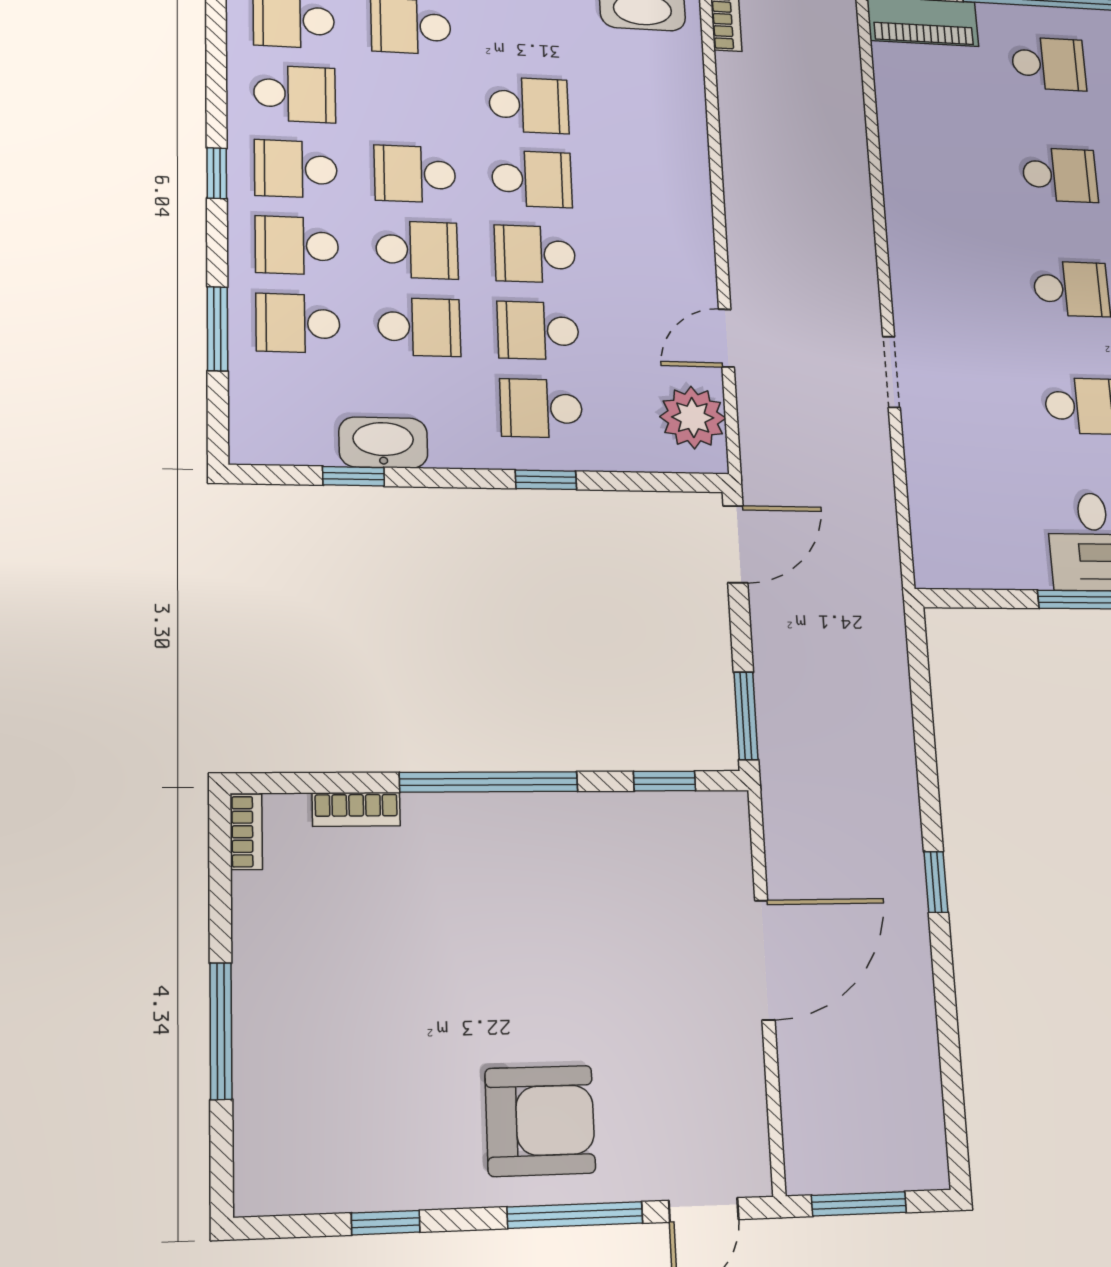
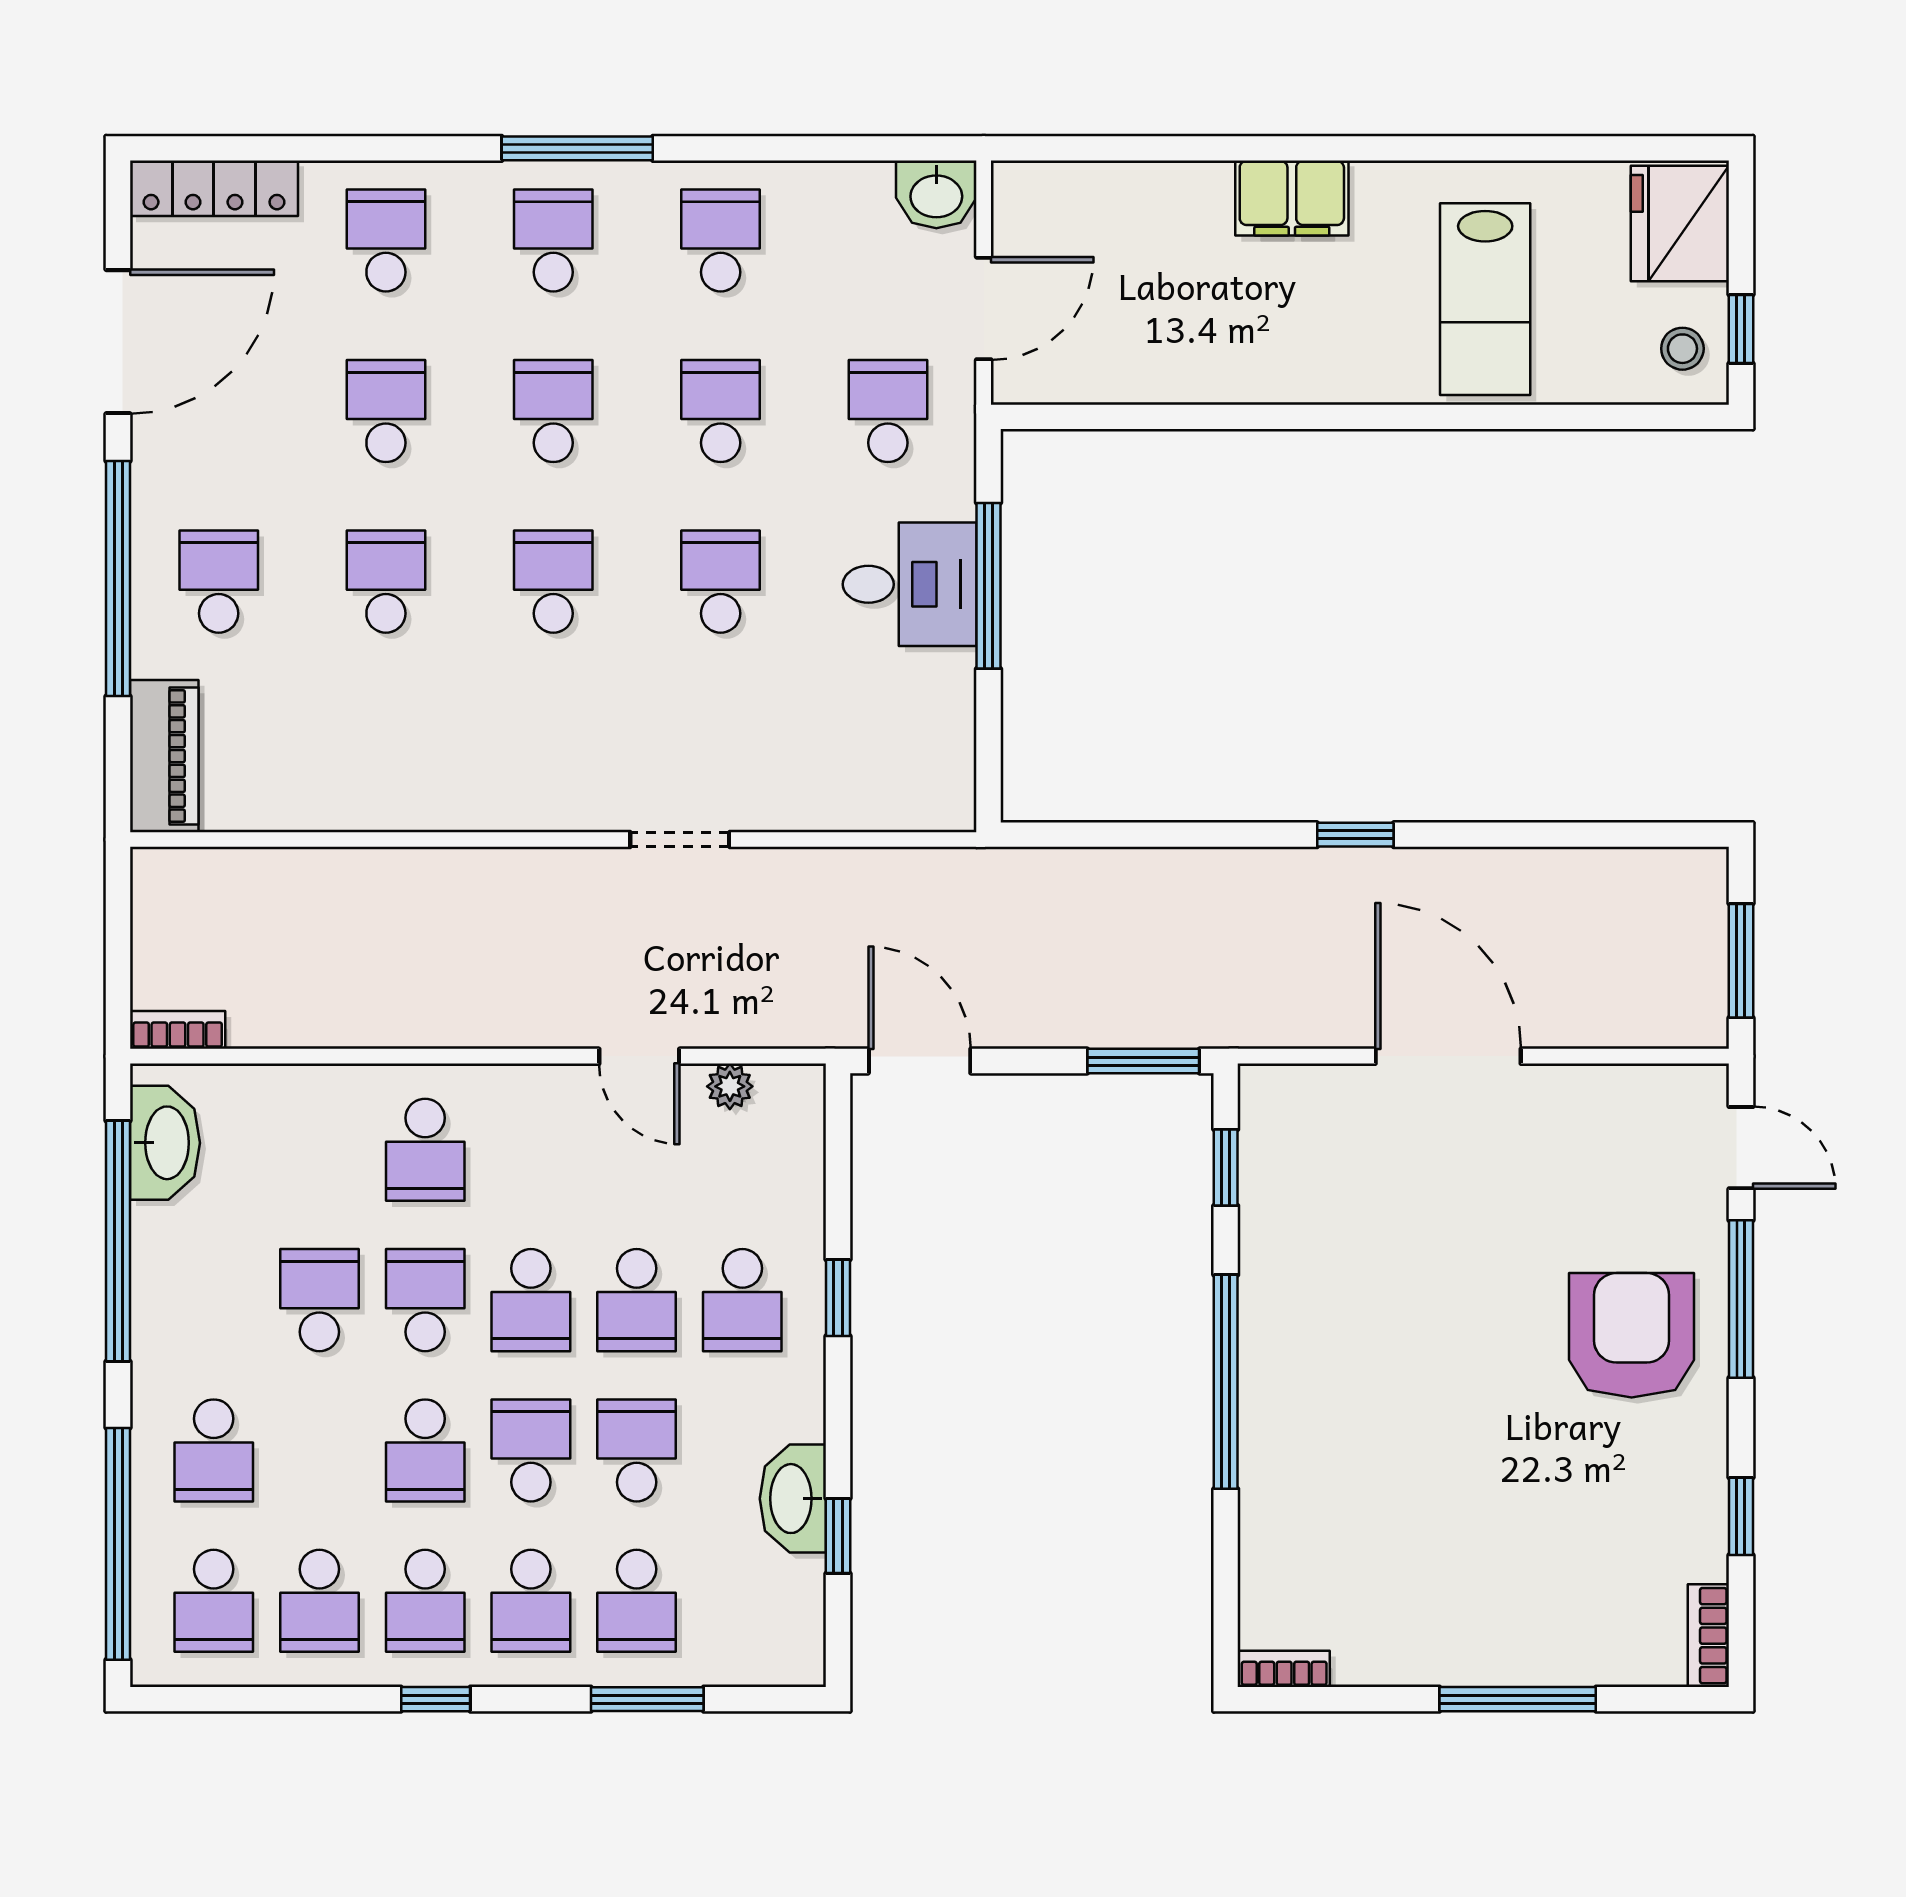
school desk: (295, 94) -> (319, 1601), turned 180
school desk: (647, 184) -> (425, 1150), added
plant: (693, 417) -> (730, 1086), width x0.53, depth x0.53
bookcase: (356, 809) -> (1708, 1636), moved, turned 180

